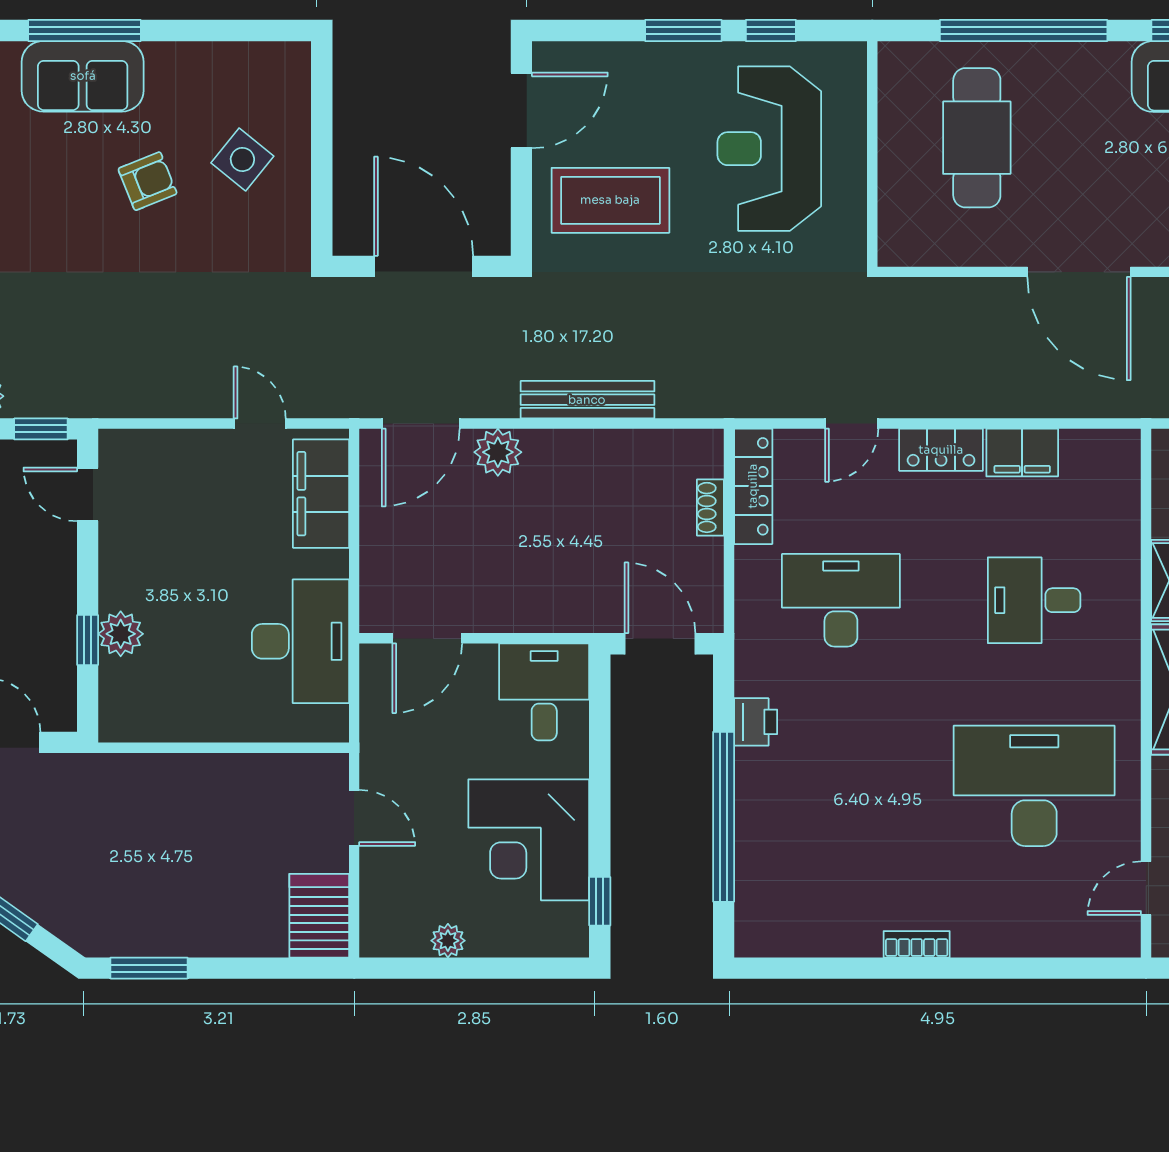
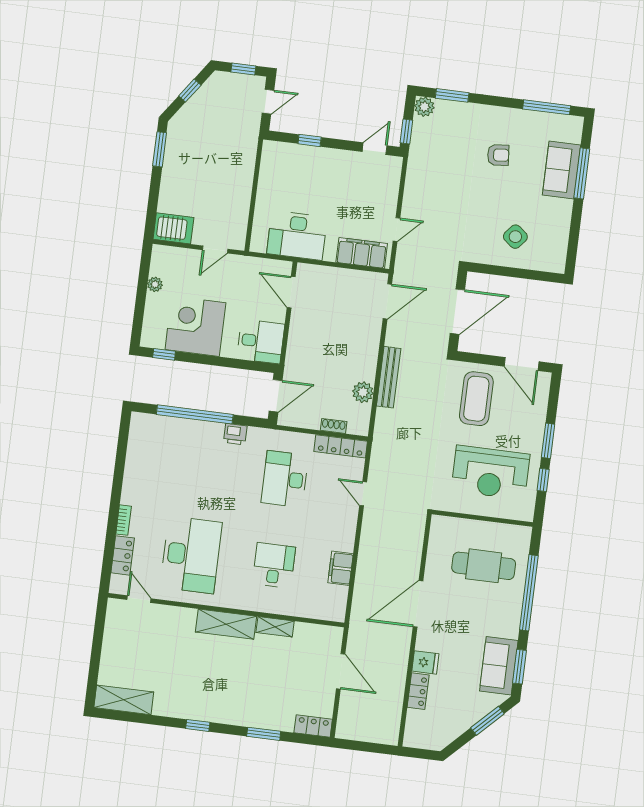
reception desk: (769, 149) -> (490, 472), turned 180
armchair: (148, 181) -> (498, 155), moved, turned -73
door: (421, 423) -> (387, 301), swing flipped
locker: (941, 450) -> (123, 555), moved, turned 180
plant: (498, 452) -> (363, 392), moved
desk: (841, 600) -> (285, 479), turned 180
plant: (121, 634) -> (310, 156), removed
bookcase: (917, 944) -> (124, 520), moved

